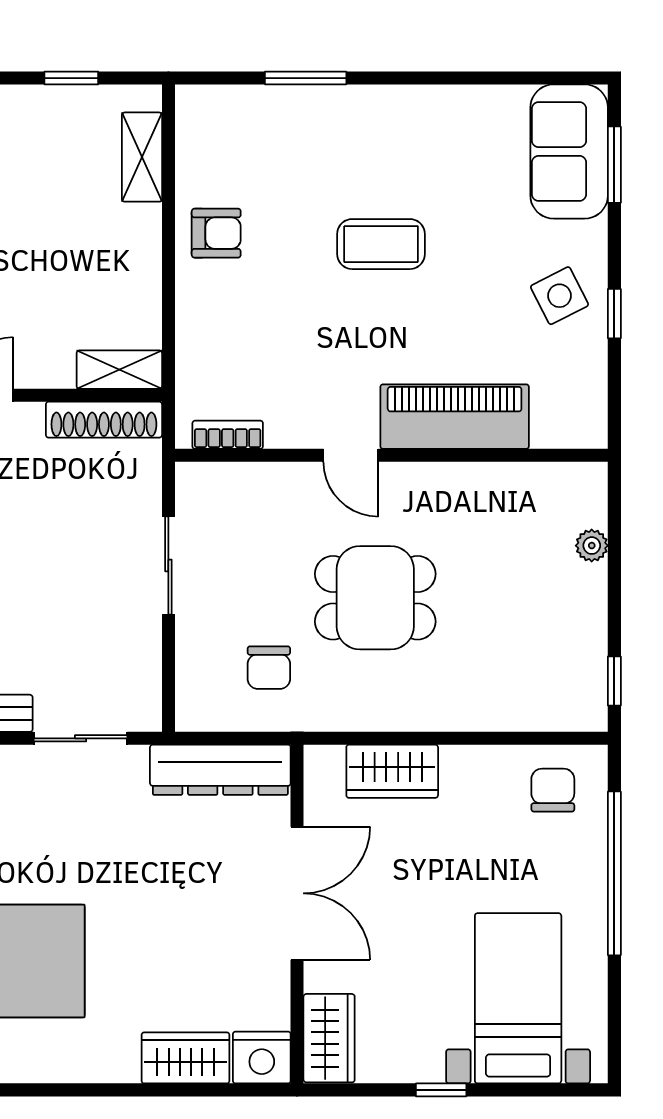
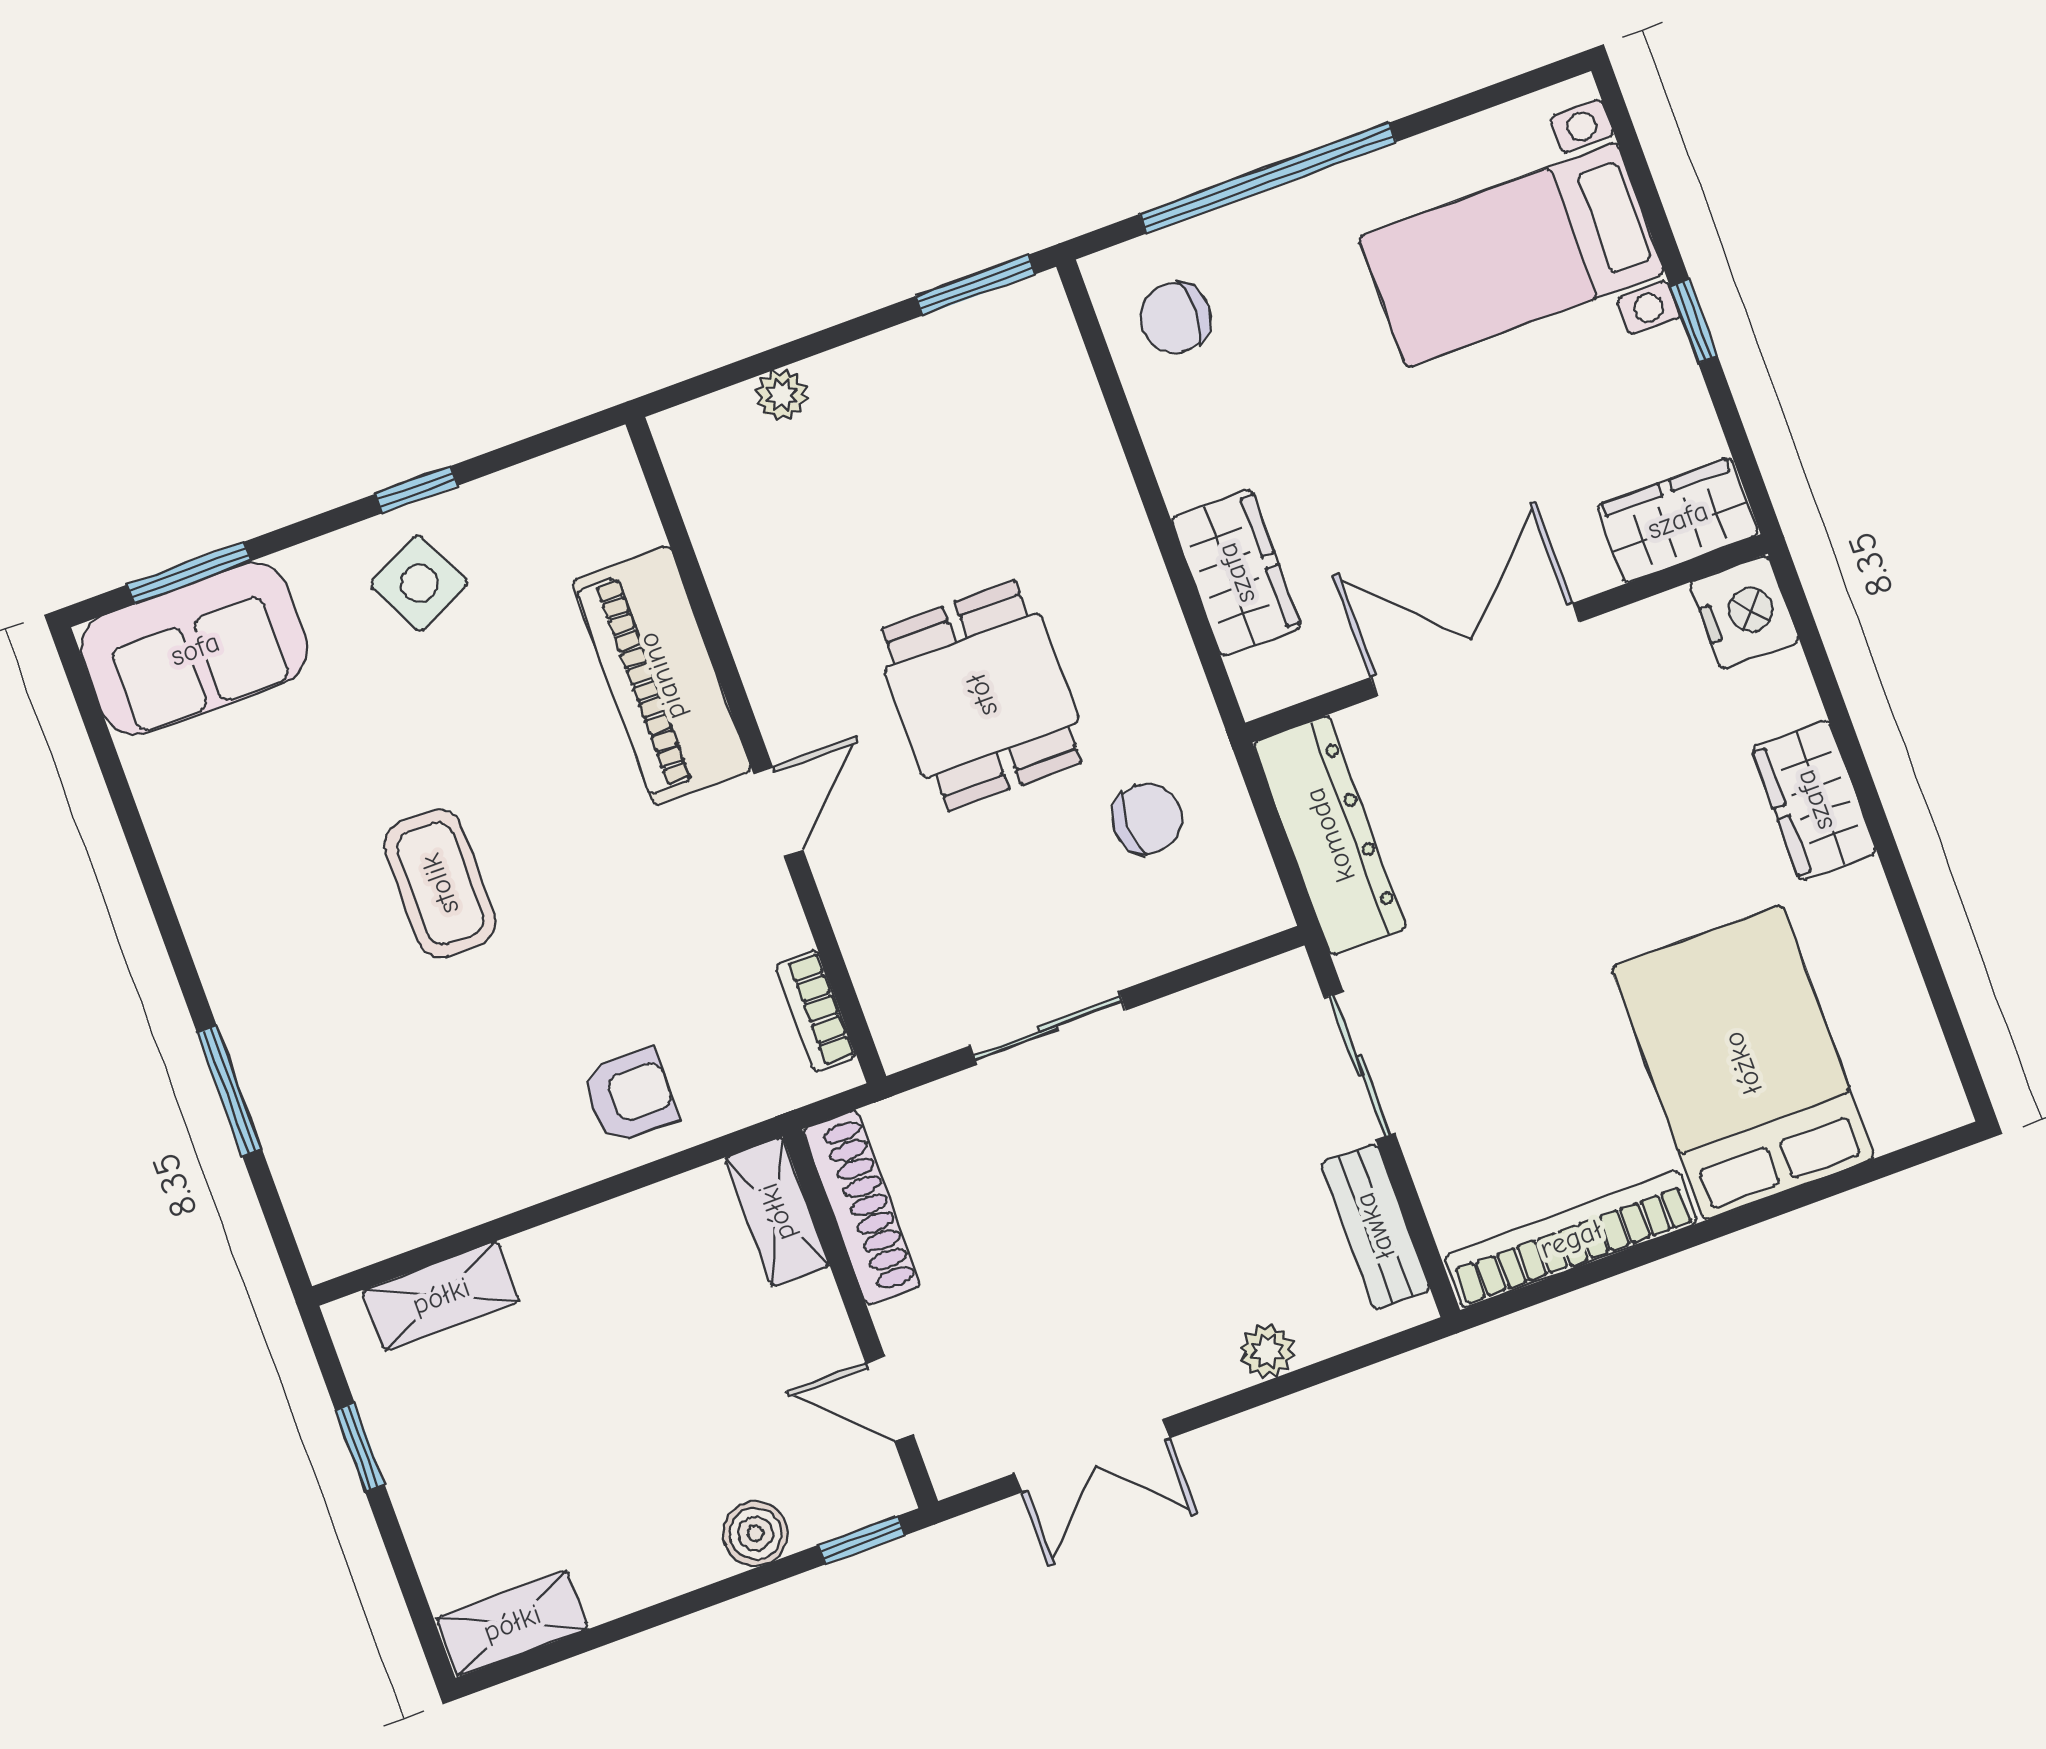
armchair: (216, 233) -> (629, 1095), moved, turned 90
window: (614, 681) -> (975, 285), width x1.50
wardrobe: (186, 1058) -> (1814, 800), moved

